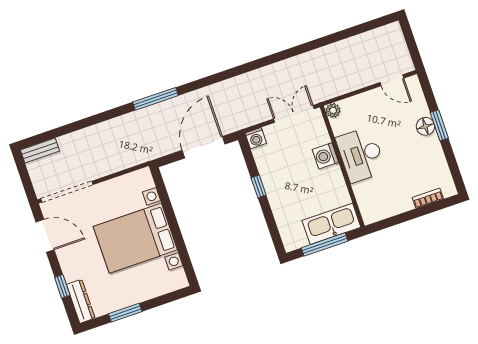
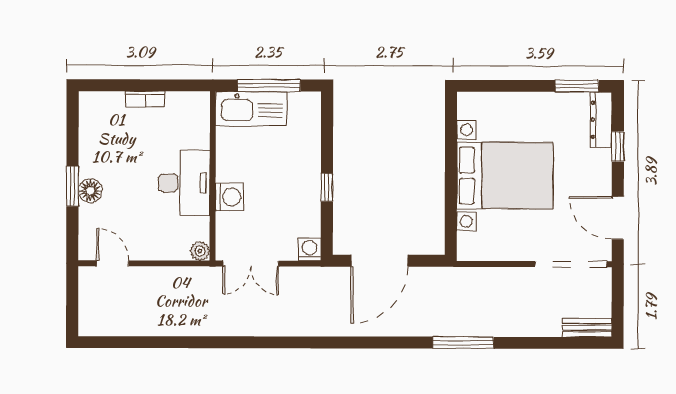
window: (156, 99) -> (463, 343), moved
bookcase: (428, 198) -> (145, 99), moved
window: (125, 313) -> (577, 86), moved

